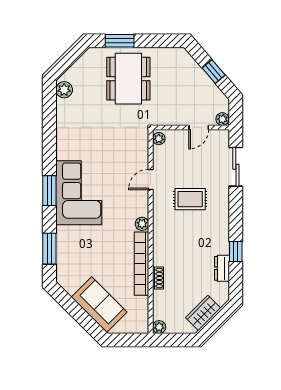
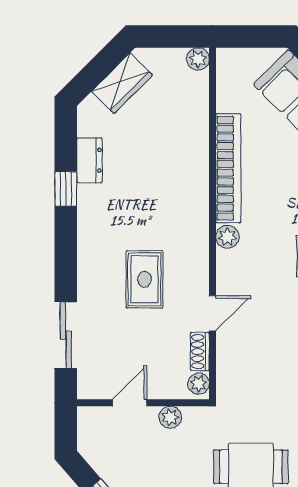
plant: (222, 119) -> (170, 417), moved
rug: (190, 199) -> (144, 279), turned 90
shoe rack: (158, 278) -> (200, 352), moved

